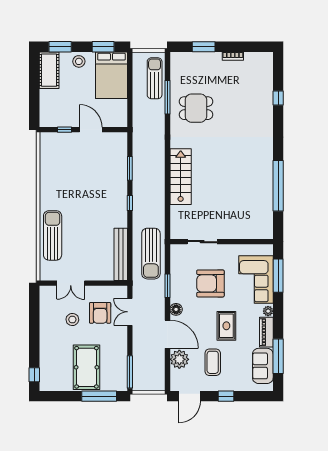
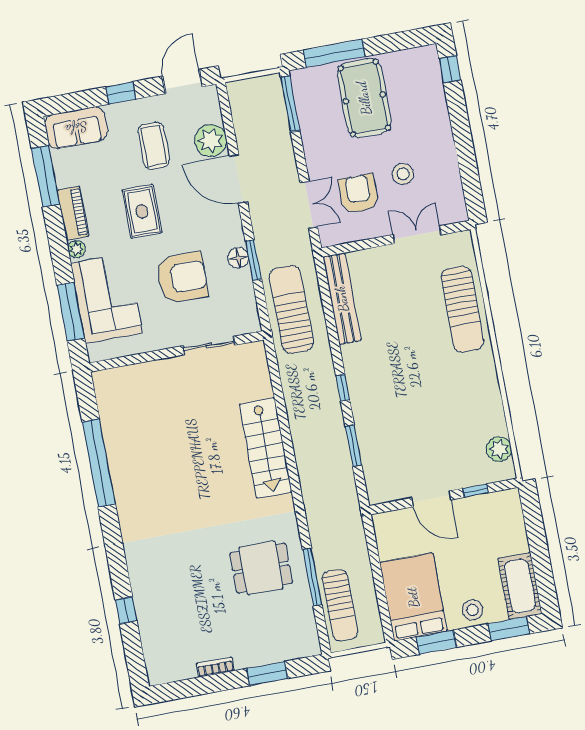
plant: (47, 151) -> (499, 449), added
floor lamp: (176, 309) -> (238, 258), moved
sofa: (263, 366) -> (76, 128), moved, turned 90

